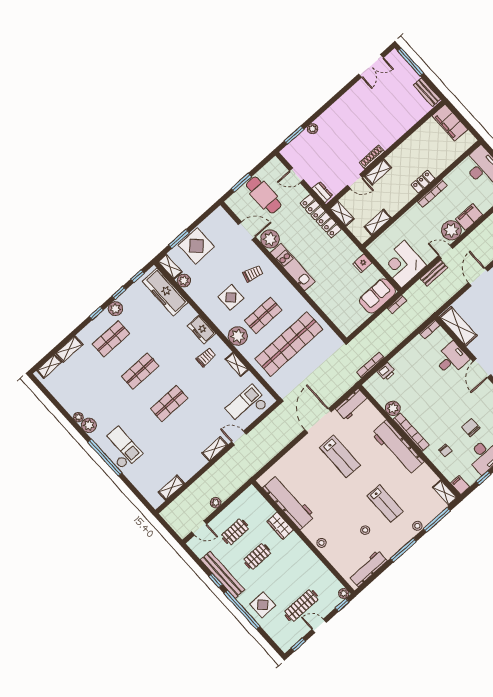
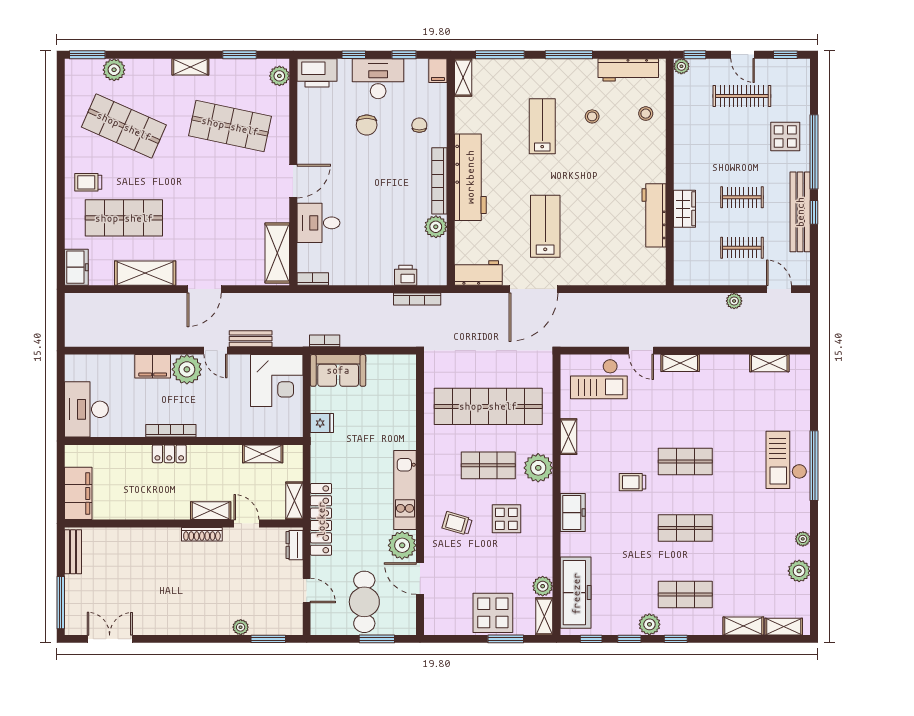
trolley: (206, 357) -> (633, 482), moved
plant: (89, 425) -> (799, 571), moved
workbench: (289, 502) -> (654, 215), width x0.73, depth x0.76
stool: (417, 526) -> (528, 68), removed
stool: (322, 543) -> (646, 114), moved

